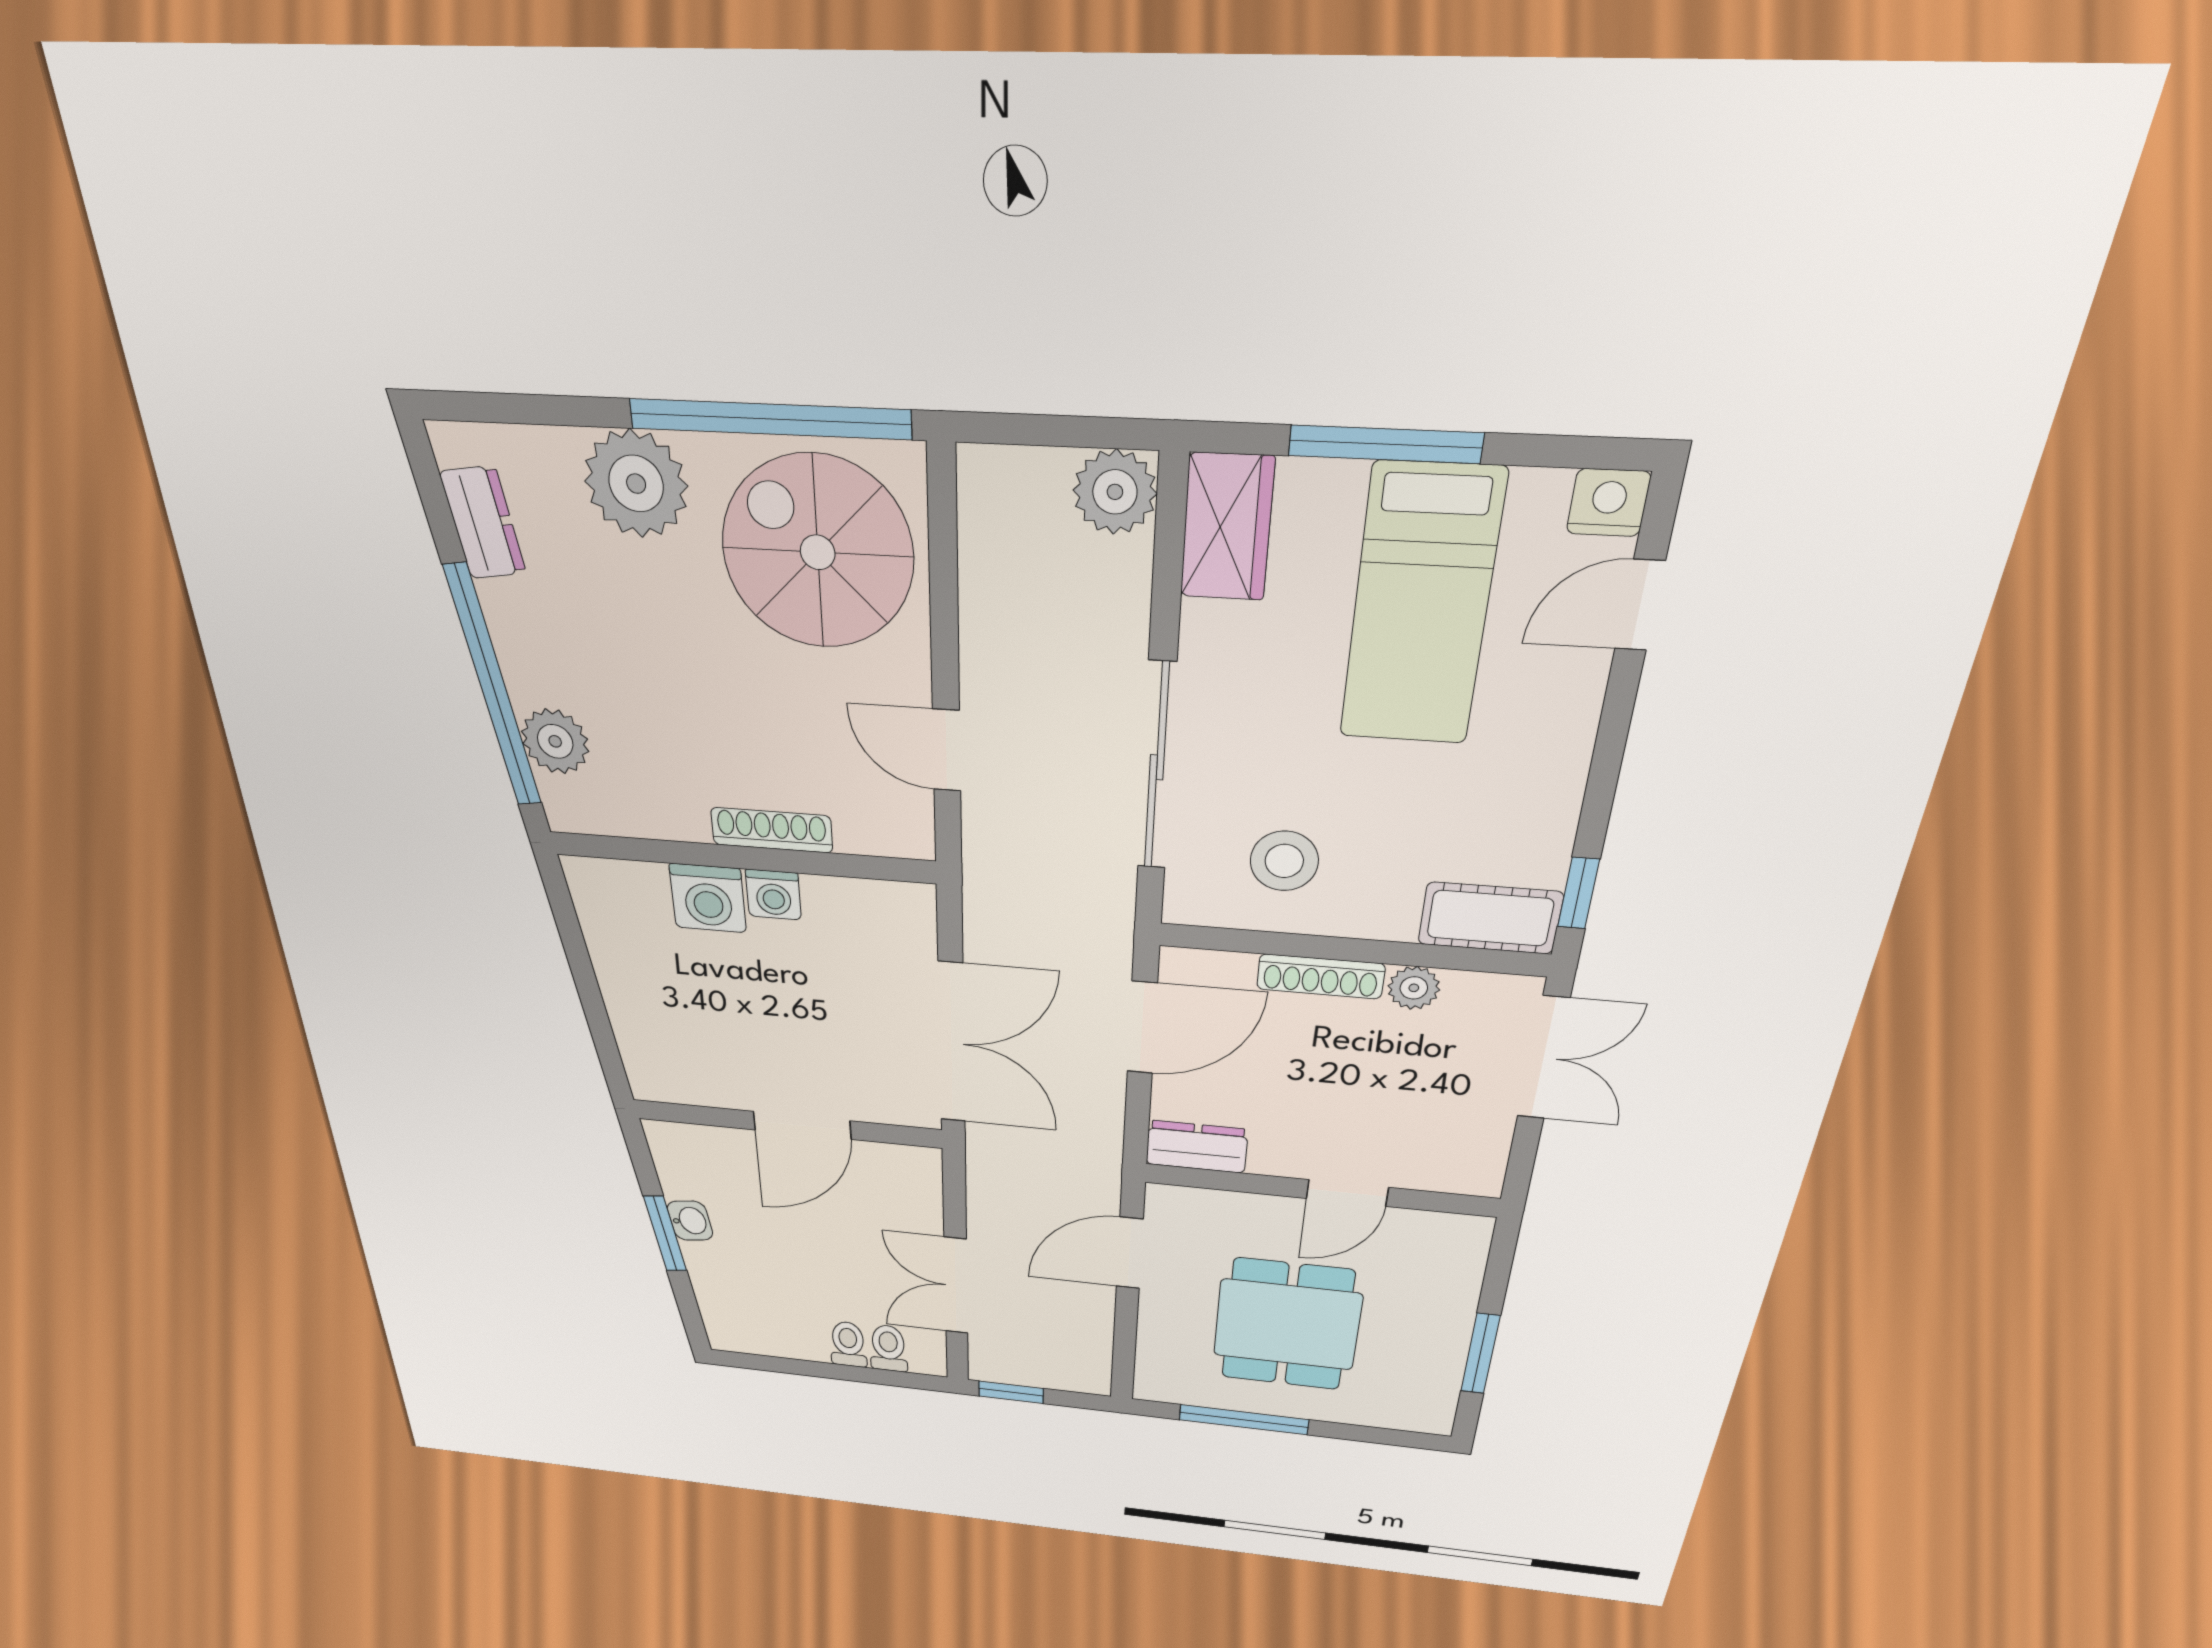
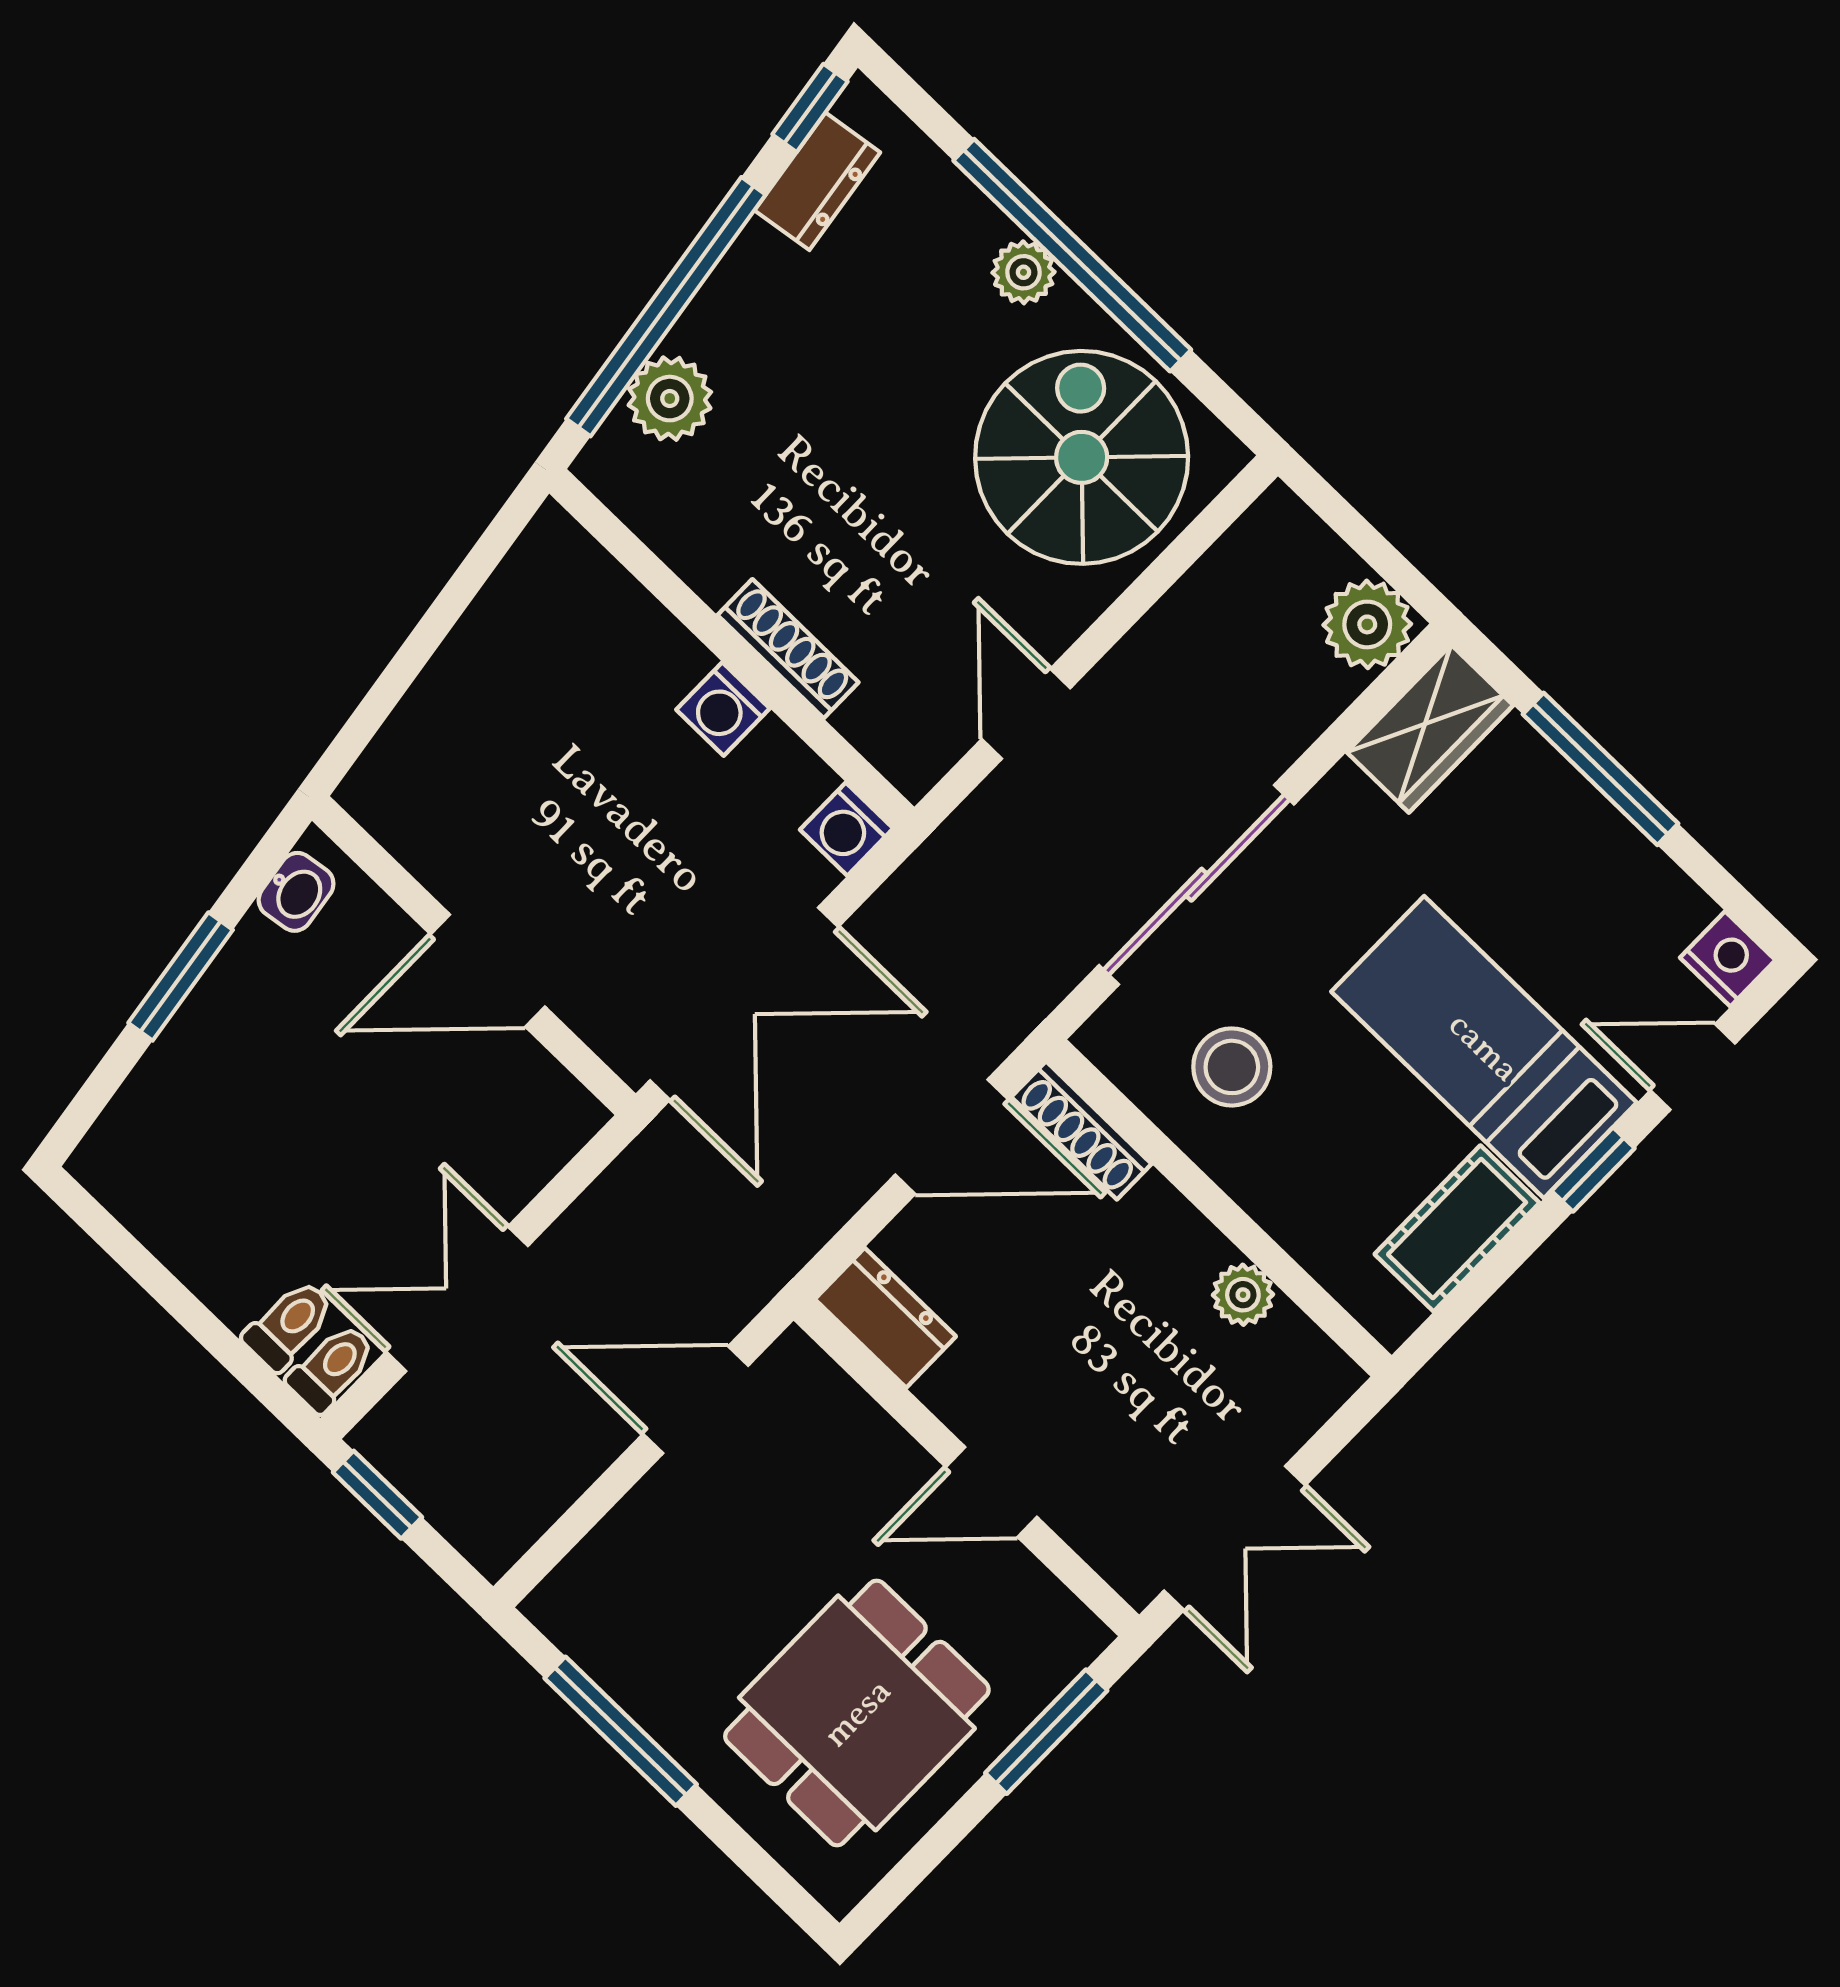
window: (770, 419) -> (1072, 255), moved
window: (427, 477) -> (810, 108), added
plant: (636, 484) -> (1024, 272), width x0.53, depth x0.53
bed: (1421, 607) -> (1484, 1047), moved, turned 90
window: (1579, 893) -> (1593, 1169), moved
washing machine: (708, 898) -> (847, 829), moved, width x0.73, depth x0.73
cot: (1490, 918) -> (1457, 1228), moved, turned 90
shoe rack: (1321, 976) -> (1081, 1130), moved
double door: (1543, 1058) -> (1235, 1538), moved
washbasin: (690, 1221) -> (296, 892), moved
dining table: (1287, 1325) -> (857, 1713), moved
toilet: (848, 1344) -> (331, 1368), moved
window: (1480, 1354) -> (1046, 1732), moved

